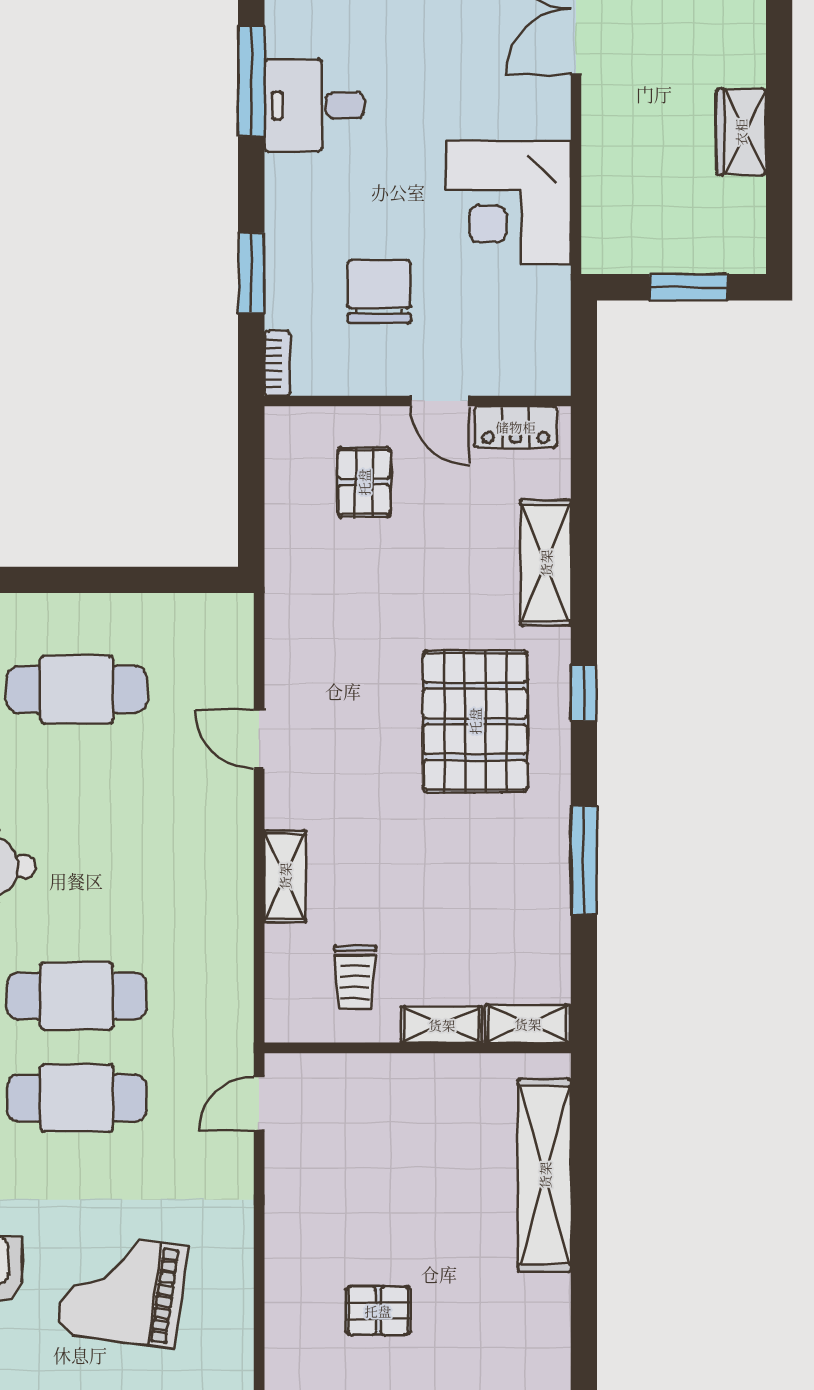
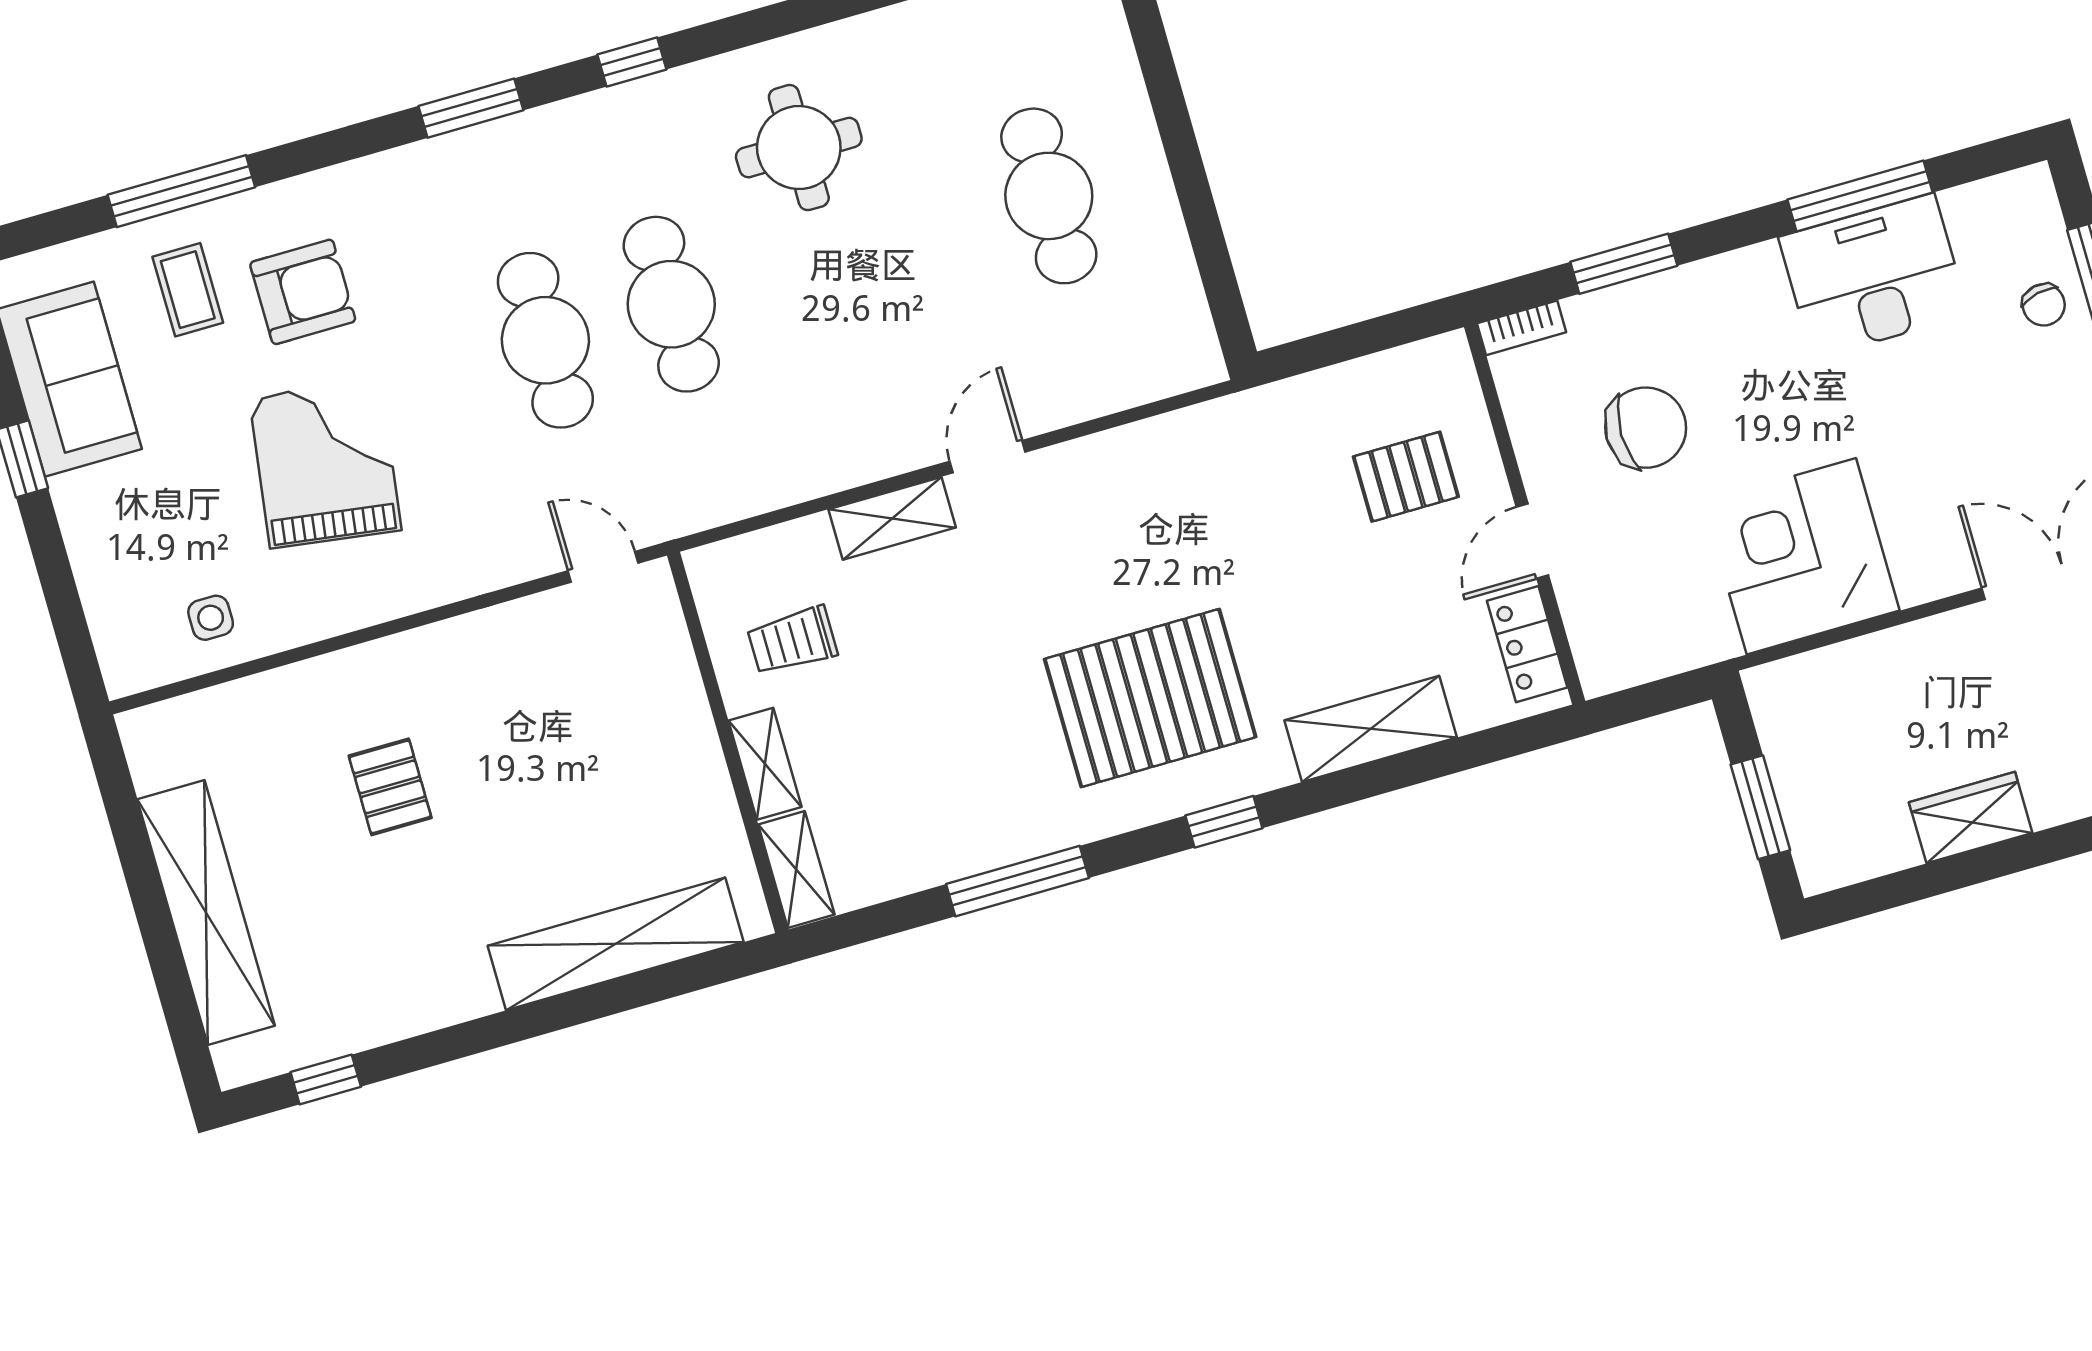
desk: (314, 105) -> (1874, 276), width x1.37
door: (259, 740) -> (988, 457), moved

